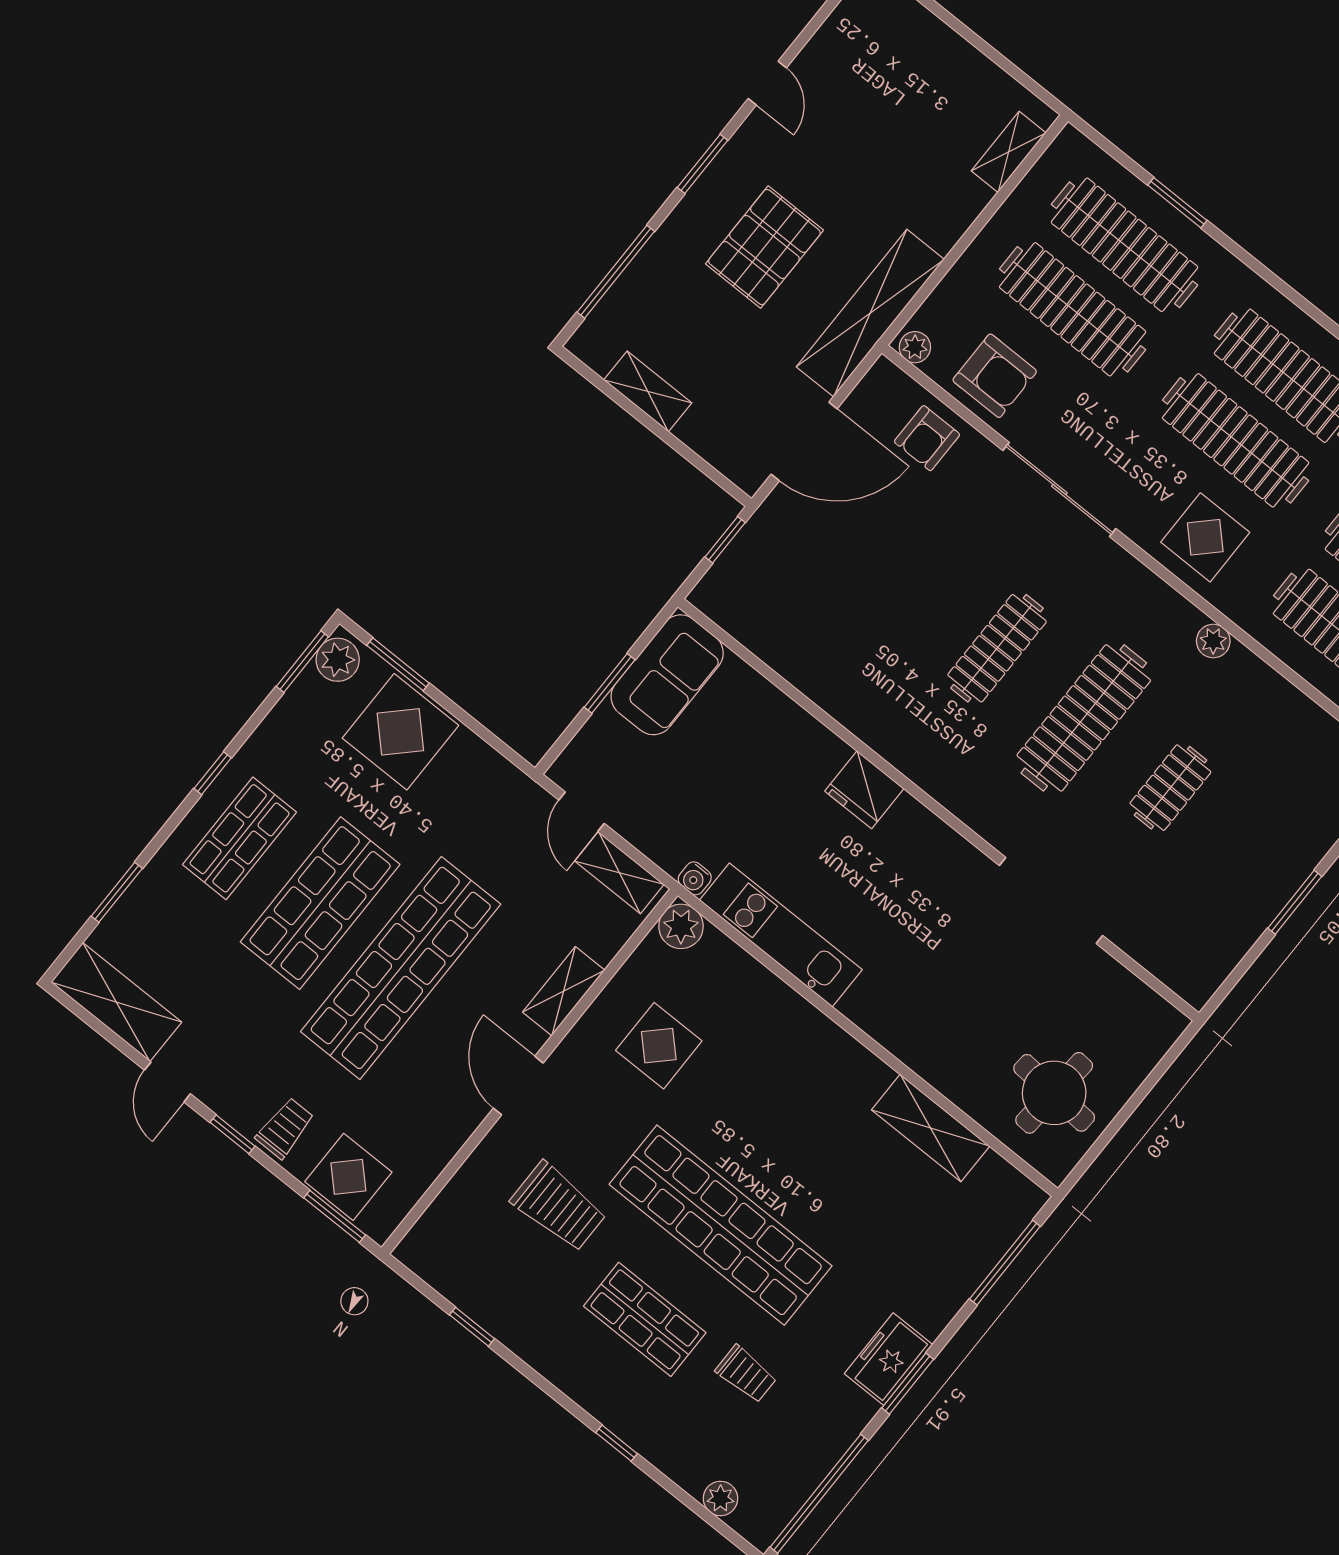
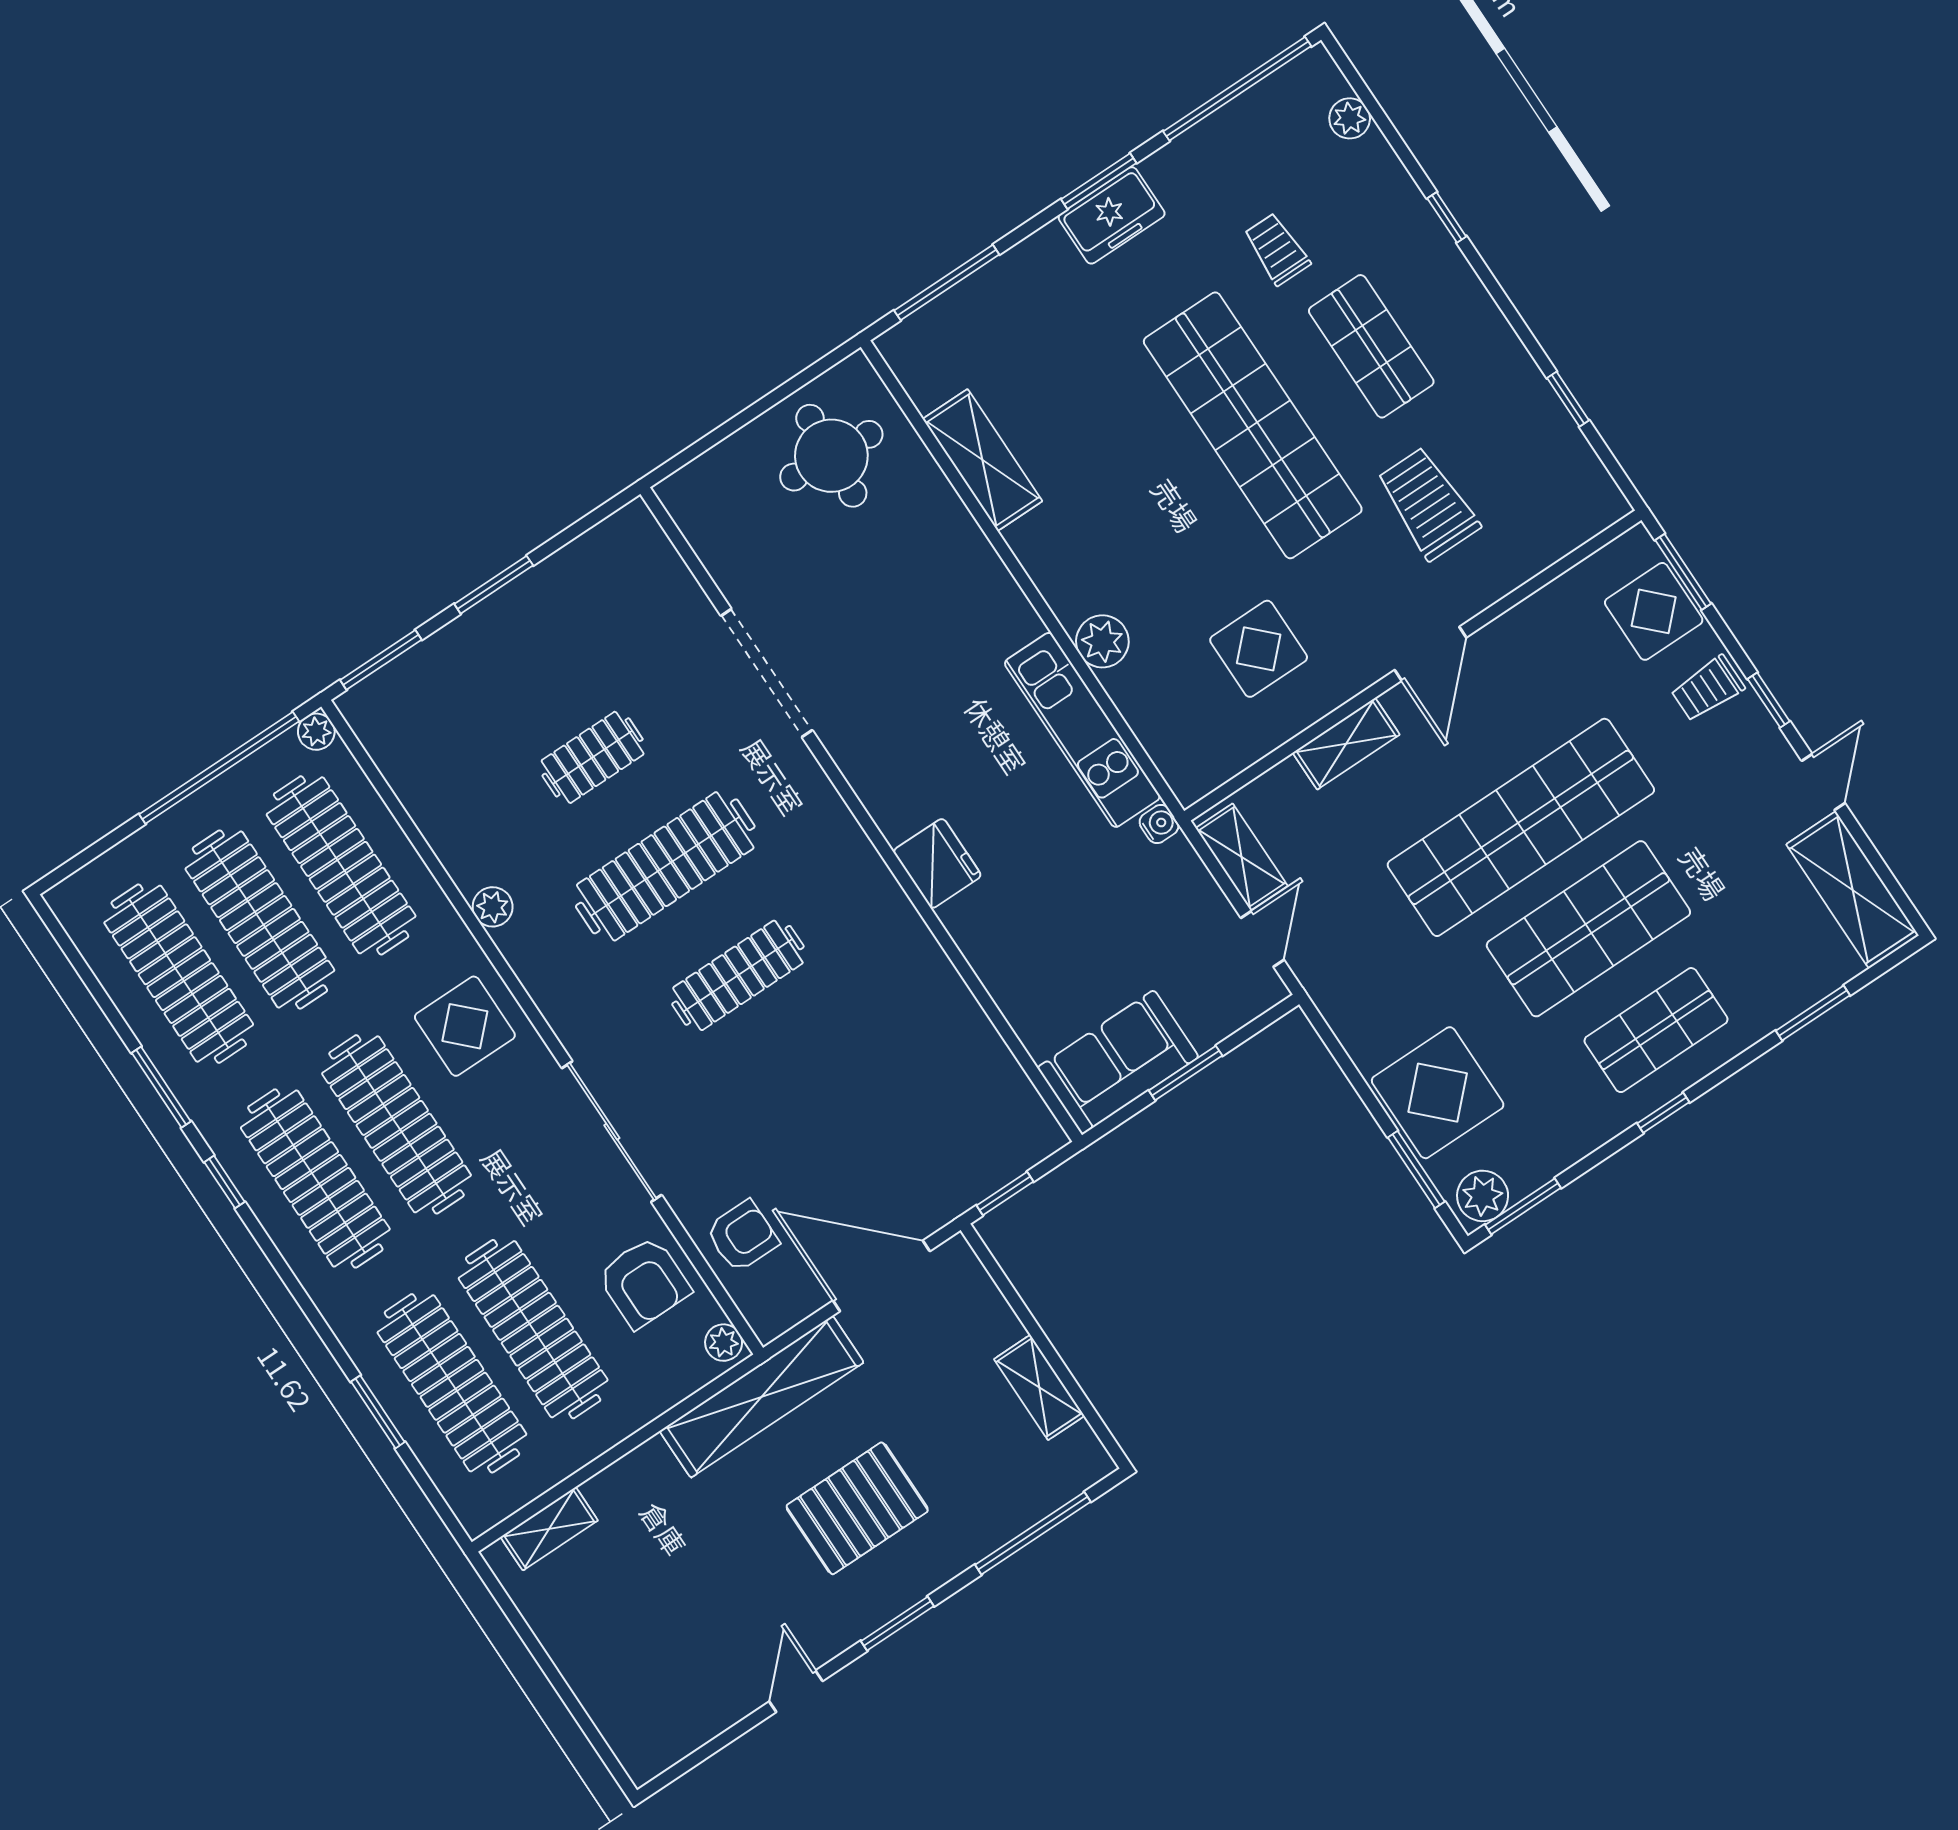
armchair: (995, 376) -> (644, 1282), turned 180
plant: (681, 926) -> (1102, 641), moved

